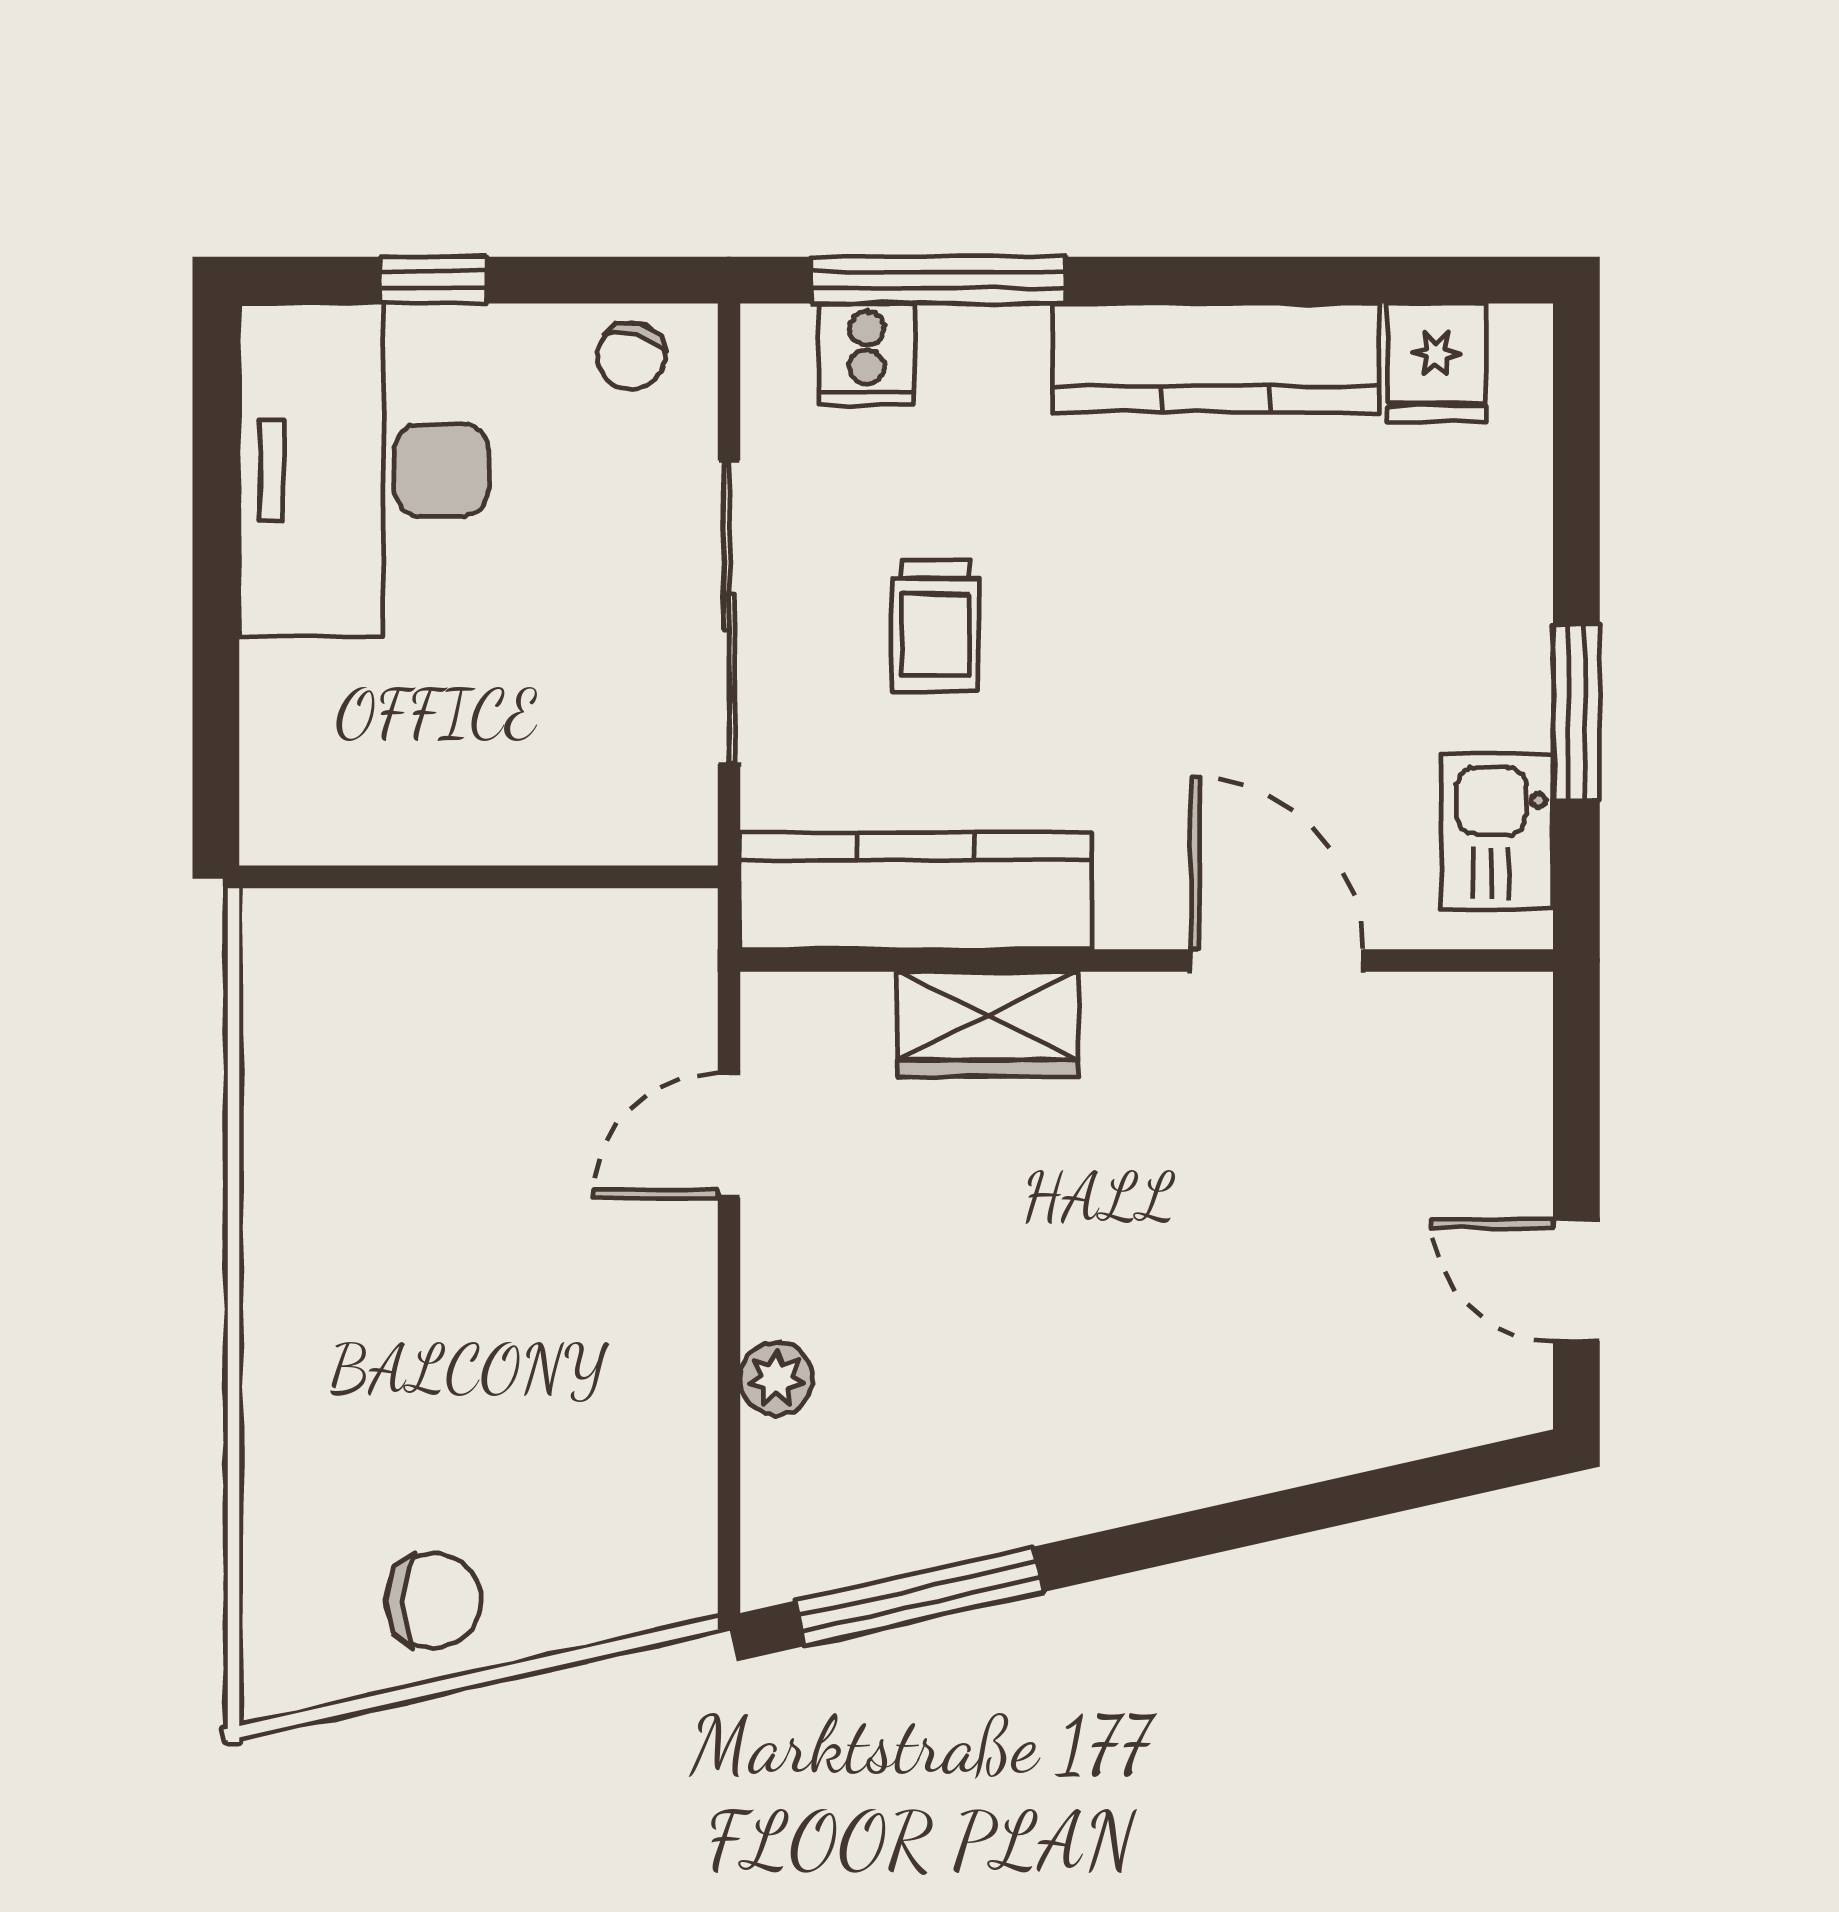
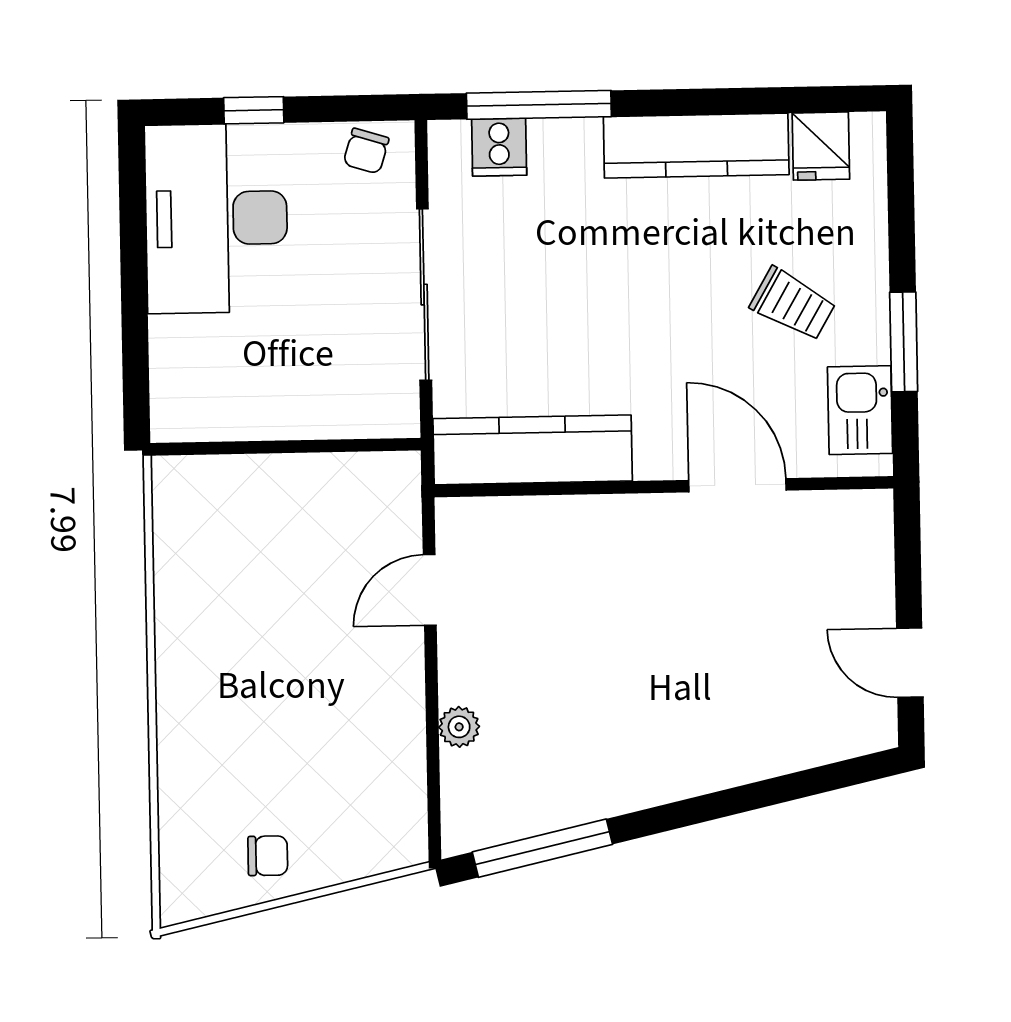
trolley: (935, 626) -> (793, 304), moved, turned -60
wardrobe: (988, 1024) -> (575, 524), removed
chair: (433, 1600) -> (268, 856), width x0.73, depth x0.73

